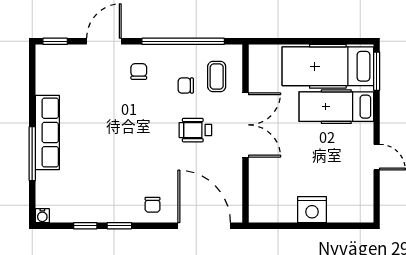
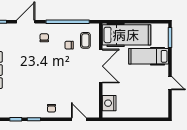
hospital bed: (328, 66) -> (126, 35), moved, turned 180
wheelchair: (195, 130) -> (74, 69), removed
nightstand: (312, 210) -> (109, 103), moved, turned 90
door: (204, 226) -> (79, 119), width x0.53

